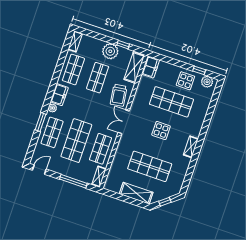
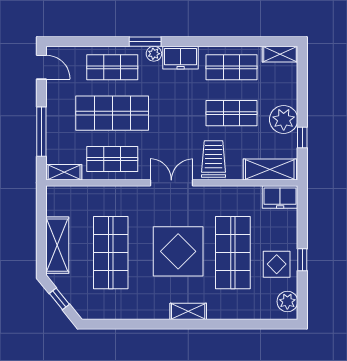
window: (199, 70) -> (302, 260), moved
trolley: (119, 95) -> (214, 159), turned 98
window: (40, 122) -> (145, 42), moved
display table: (161, 131) -> (178, 251), width x1.86, depth x1.86
shelving: (191, 147) -> (188, 311), moved

